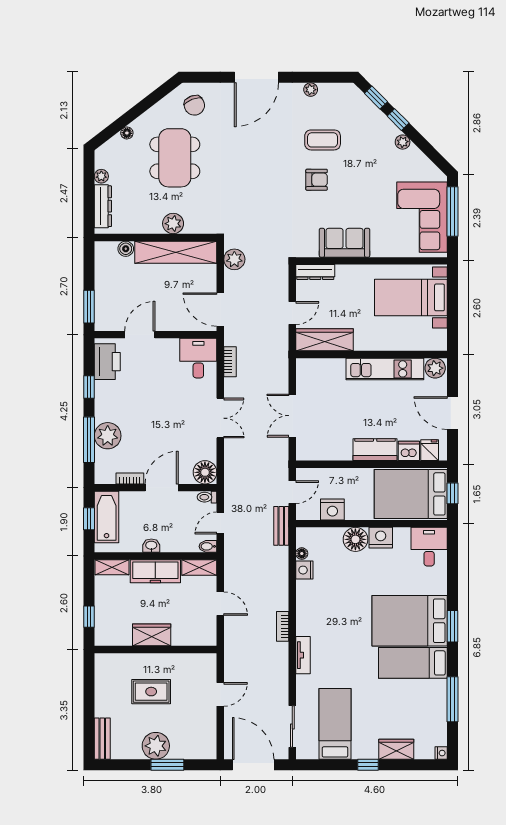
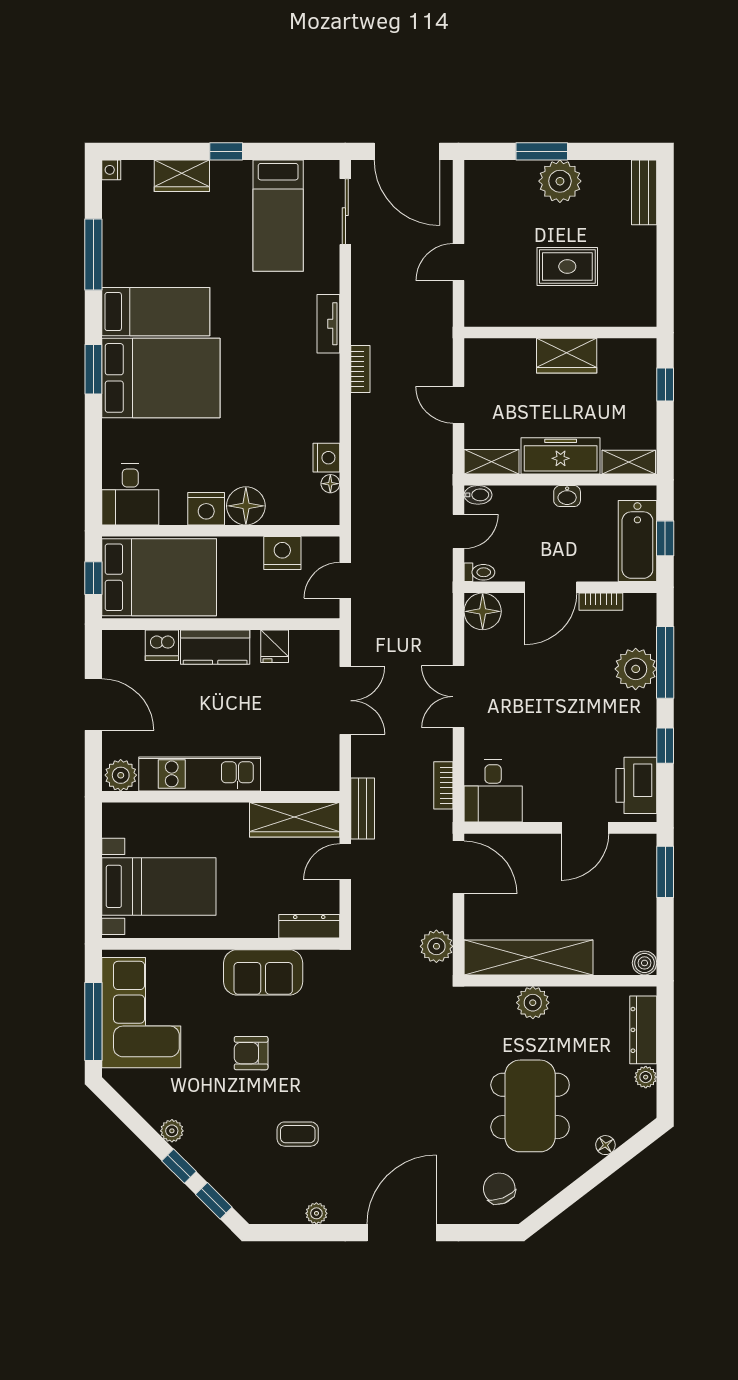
coffee table: (323, 140) -> (298, 1134), width x0.73, depth x0.77
armchair: (317, 180) -> (251, 1053), moved
boiler: (126, 249) -> (645, 963), moved
fridge: (430, 450) -> (275, 646), moved
bench: (281, 526) -> (363, 809), moved

